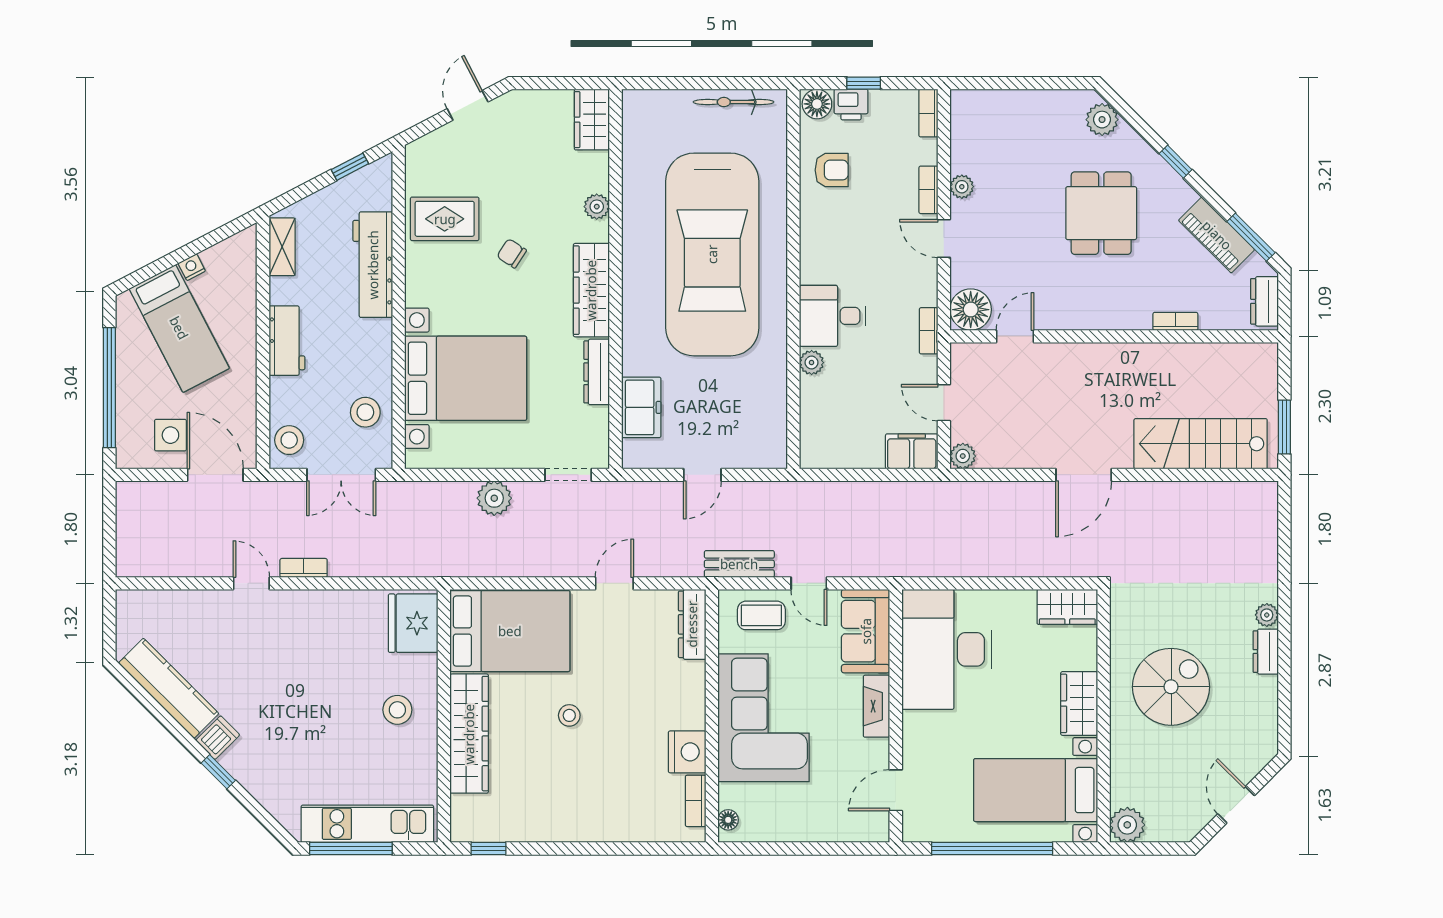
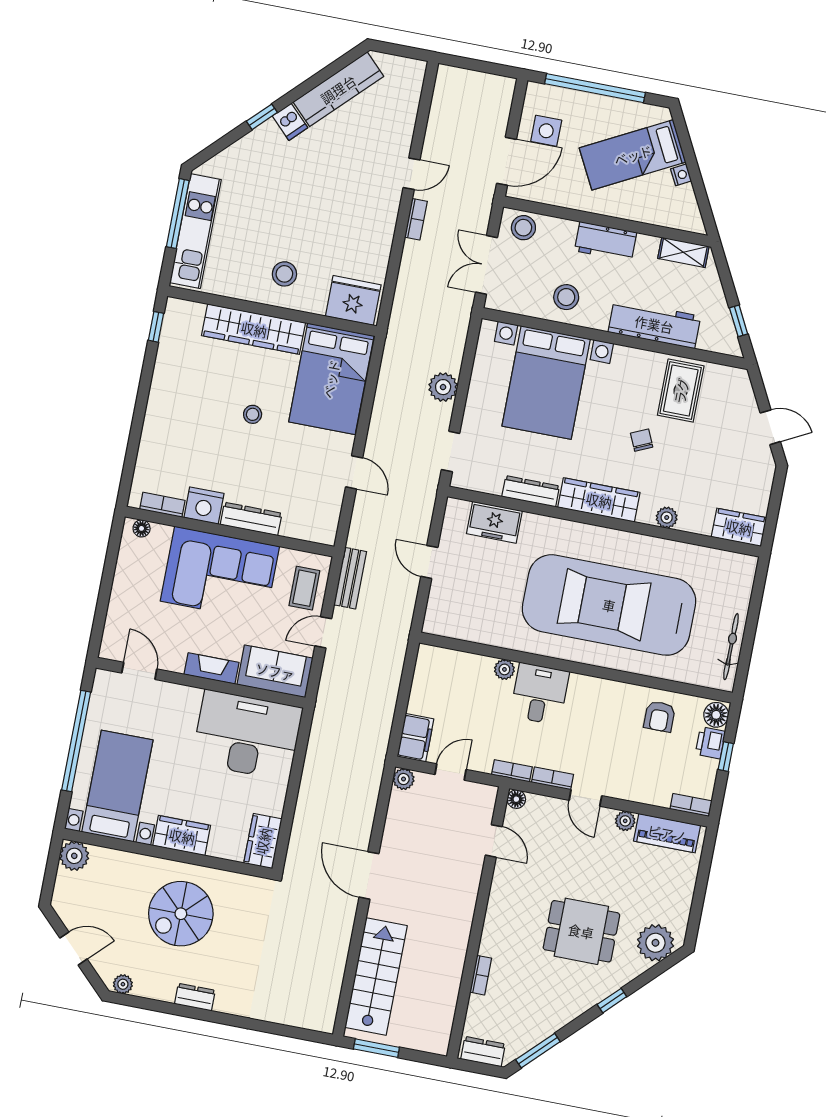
plant: (1102, 120) -> (655, 943), width x1.36, depth x1.36
bookcase: (928, 190) -> (552, 778), moved
piano: (1217, 235) -> (667, 833), moved, turned -135
door: (944, 238) -> (585, 798), swing flipped
chair: (512, 253) -> (642, 440), turned -57
floor lamp: (971, 310) -> (516, 799), width x0.53, depth x0.53
stool: (365, 412) -> (566, 297), moved
plant: (1267, 615) -> (123, 984), moved
dresser: (692, 624) -> (251, 519), moved
spiral stairs: (1171, 687) -> (181, 914), turned 90

